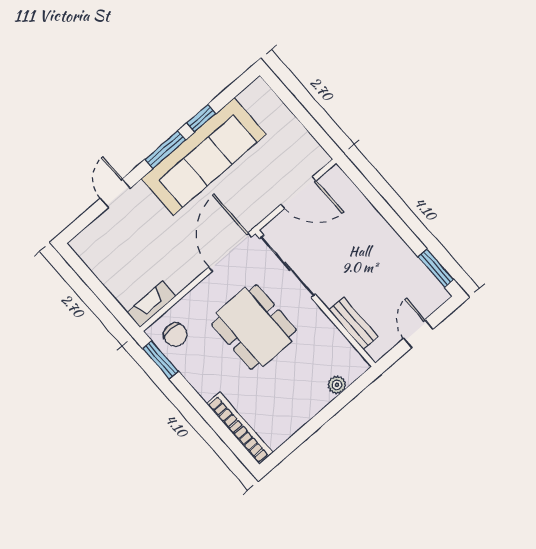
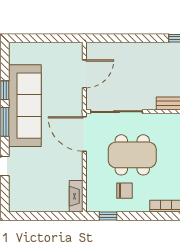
chair: (175, 335) -> (125, 191), moved
window: (161, 360) -> (108, 216), width x0.67

